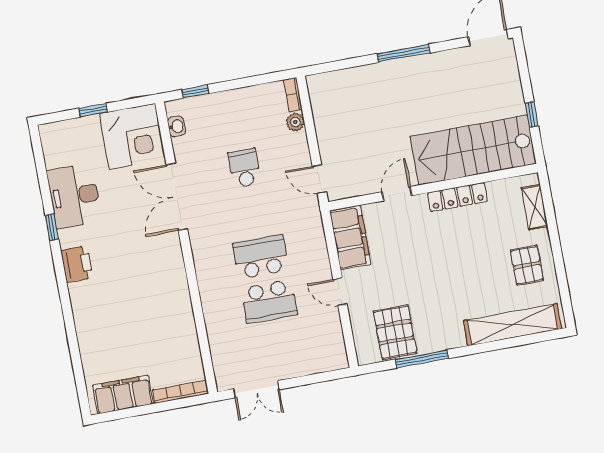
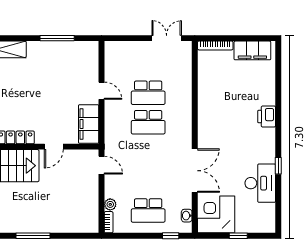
school desk: (244, 168) -> (148, 211), moved, width x1.85
printer: (77, 264) -> (267, 117), moved
school desk: (269, 301) -> (148, 93), turned 180
pallet: (395, 332) -> (71, 58), removed

